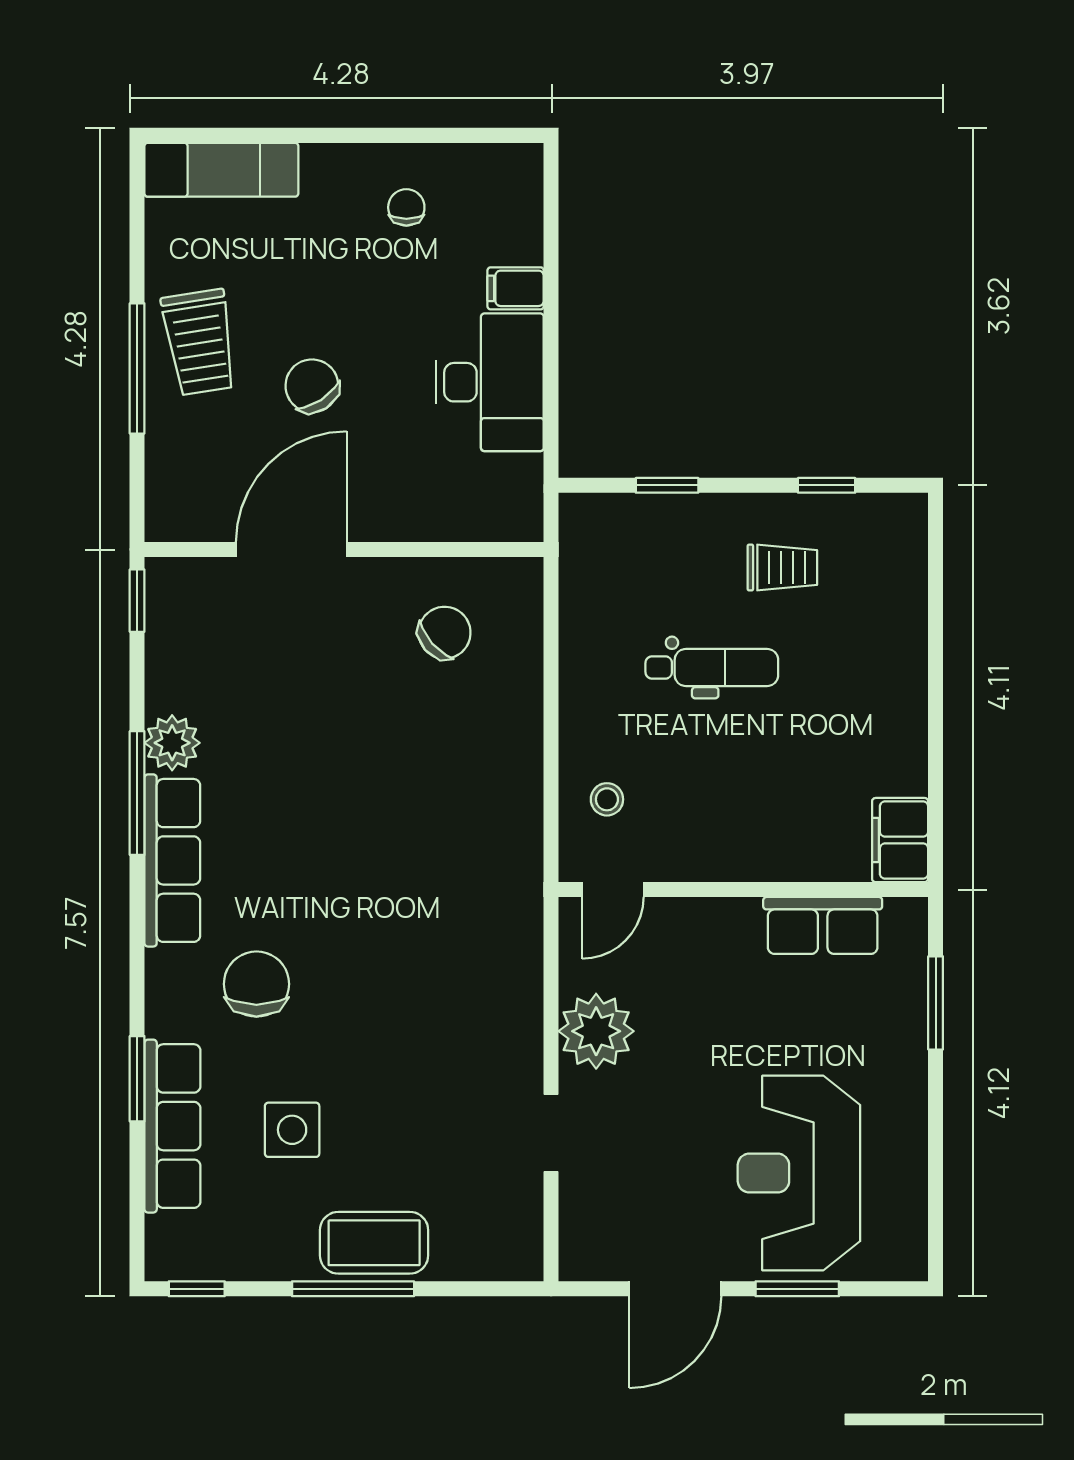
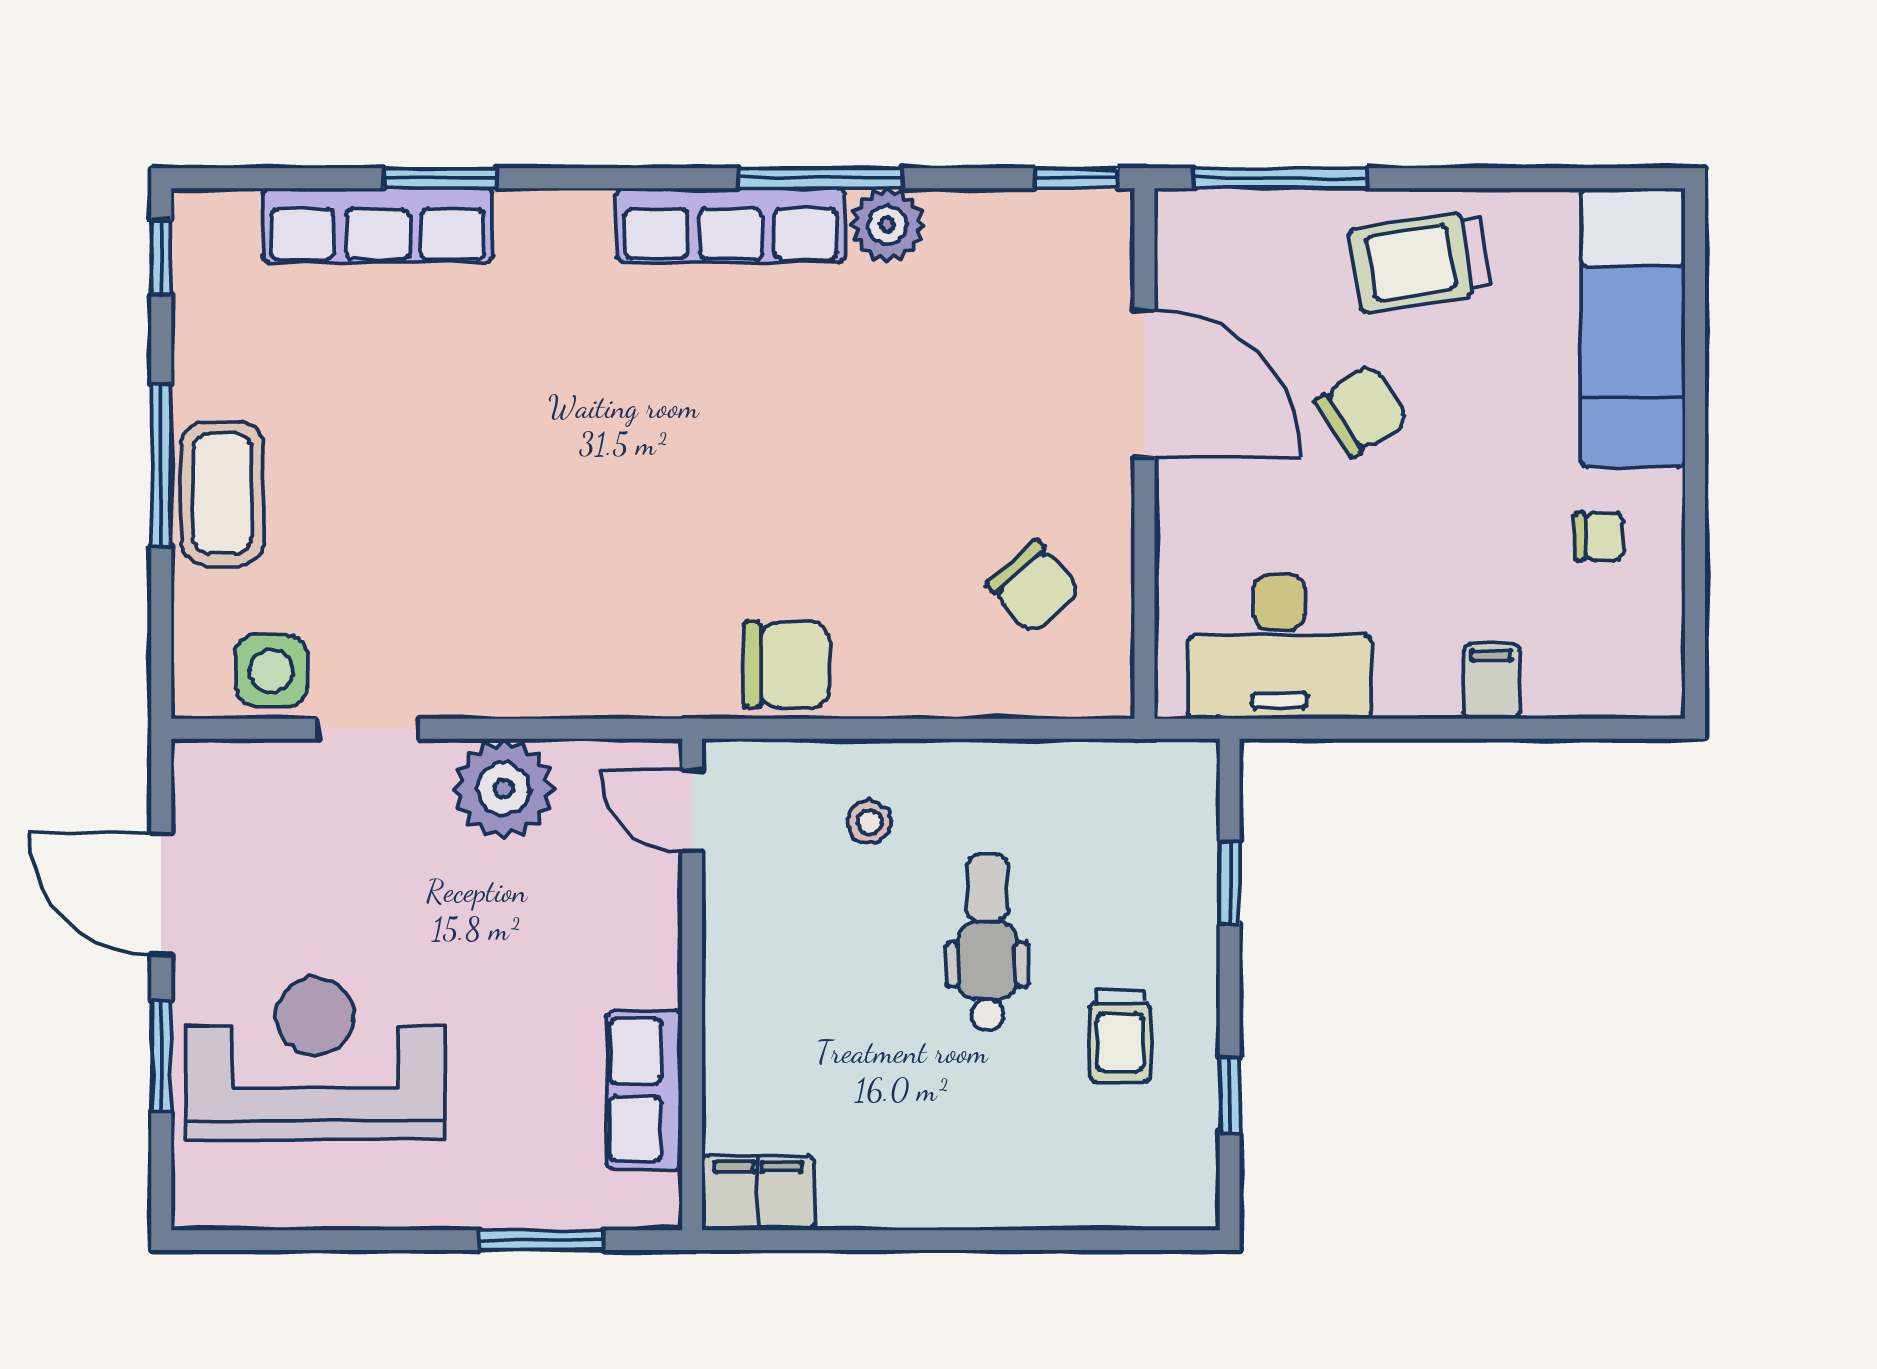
exam couch: (221, 170) -> (1633, 328), width x1.36, depth x1.45
window: (137, 368) -> (1280, 178), moved
desk: (490, 382) -> (1279, 647), moved
dental chair: (712, 667) -> (987, 943), turned 180
stool: (607, 799) -> (869, 822), moved
chair: (256, 984) -> (787, 665), moved
side table: (292, 1130) -> (271, 671), moved

